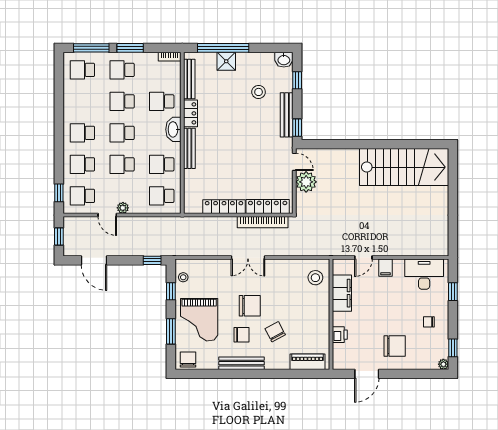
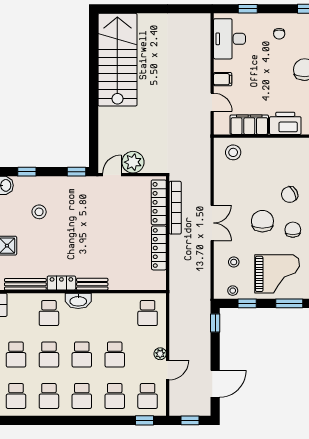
bench: (287, 115) -> (63, 183), removed
bench: (189, 148) -> (92, 284), width x0.73
school desk: (162, 164) -> (49, 396), moved
stool: (211, 278) -> (234, 262), added
printer: (340, 335) -> (285, 123), width x1.87, depth x1.48

